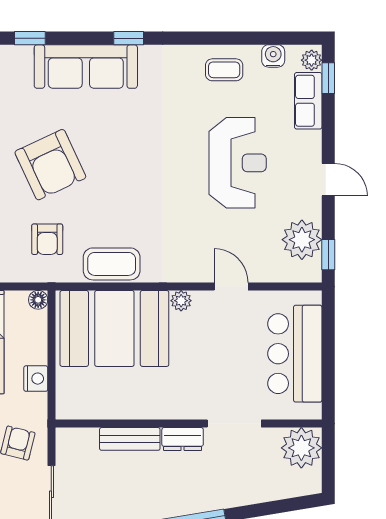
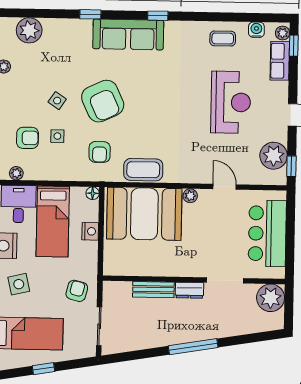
nightstand: (36, 379) -> (90, 231), moved

